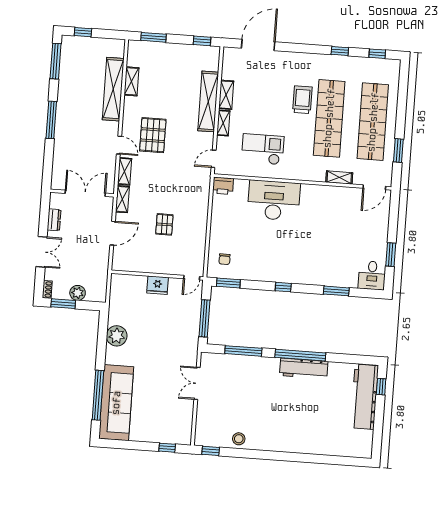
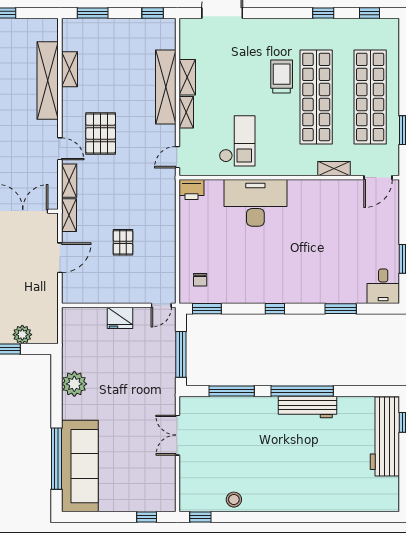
checkout: (263, 149) -> (237, 141), turned 90

